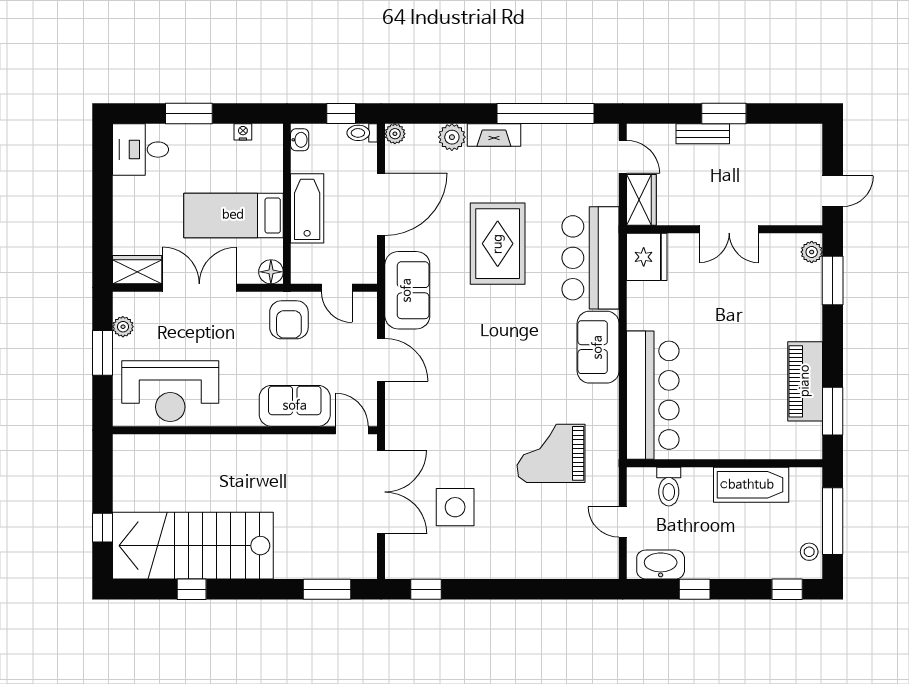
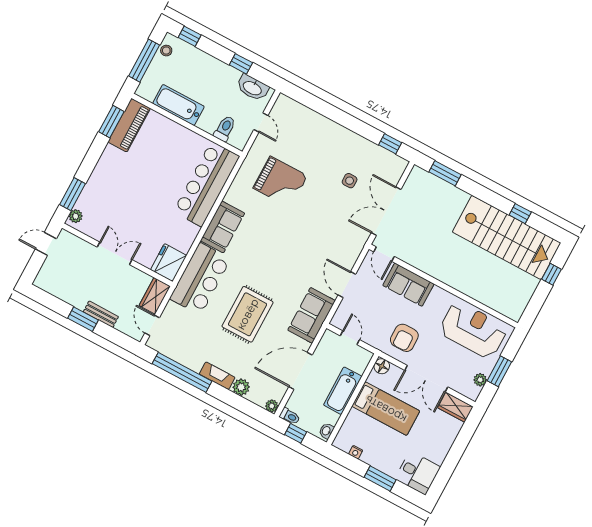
armchair: (289, 320) -> (404, 338), moved, turned 180
piano: (805, 381) -> (129, 125), moved
side table: (455, 507) -> (350, 181), width x0.54, depth x0.54

